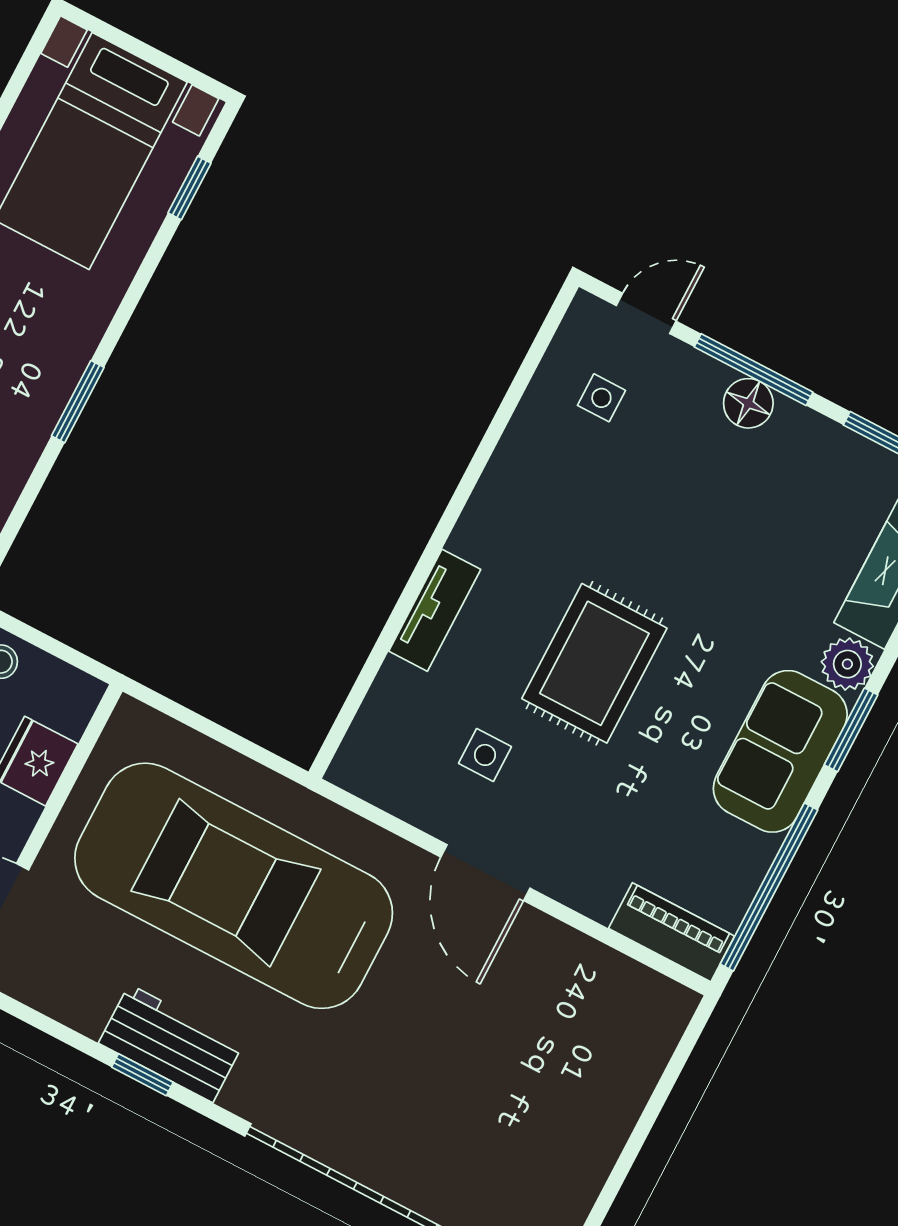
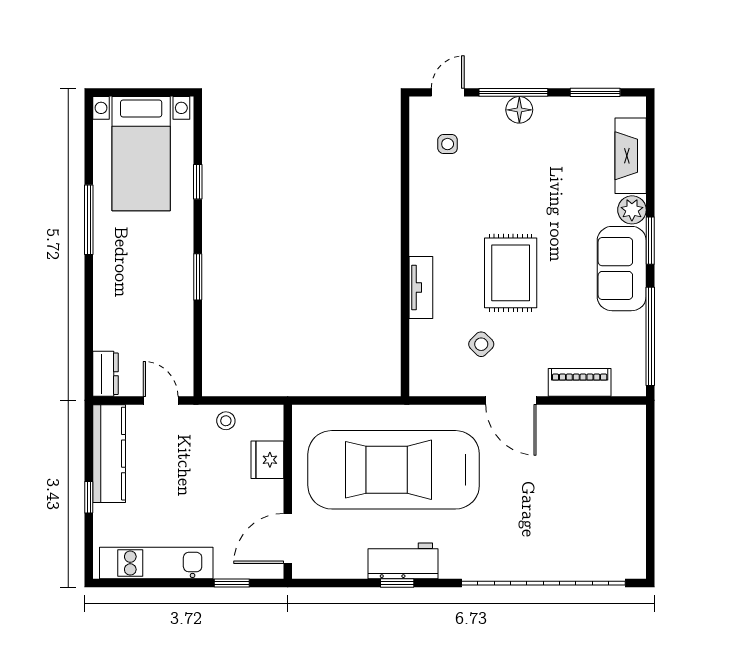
window: (189, 188) -> (198, 182), moved
side table: (485, 755) -> (481, 344), turned 45
piano: (672, 932) -> (580, 382), moved

